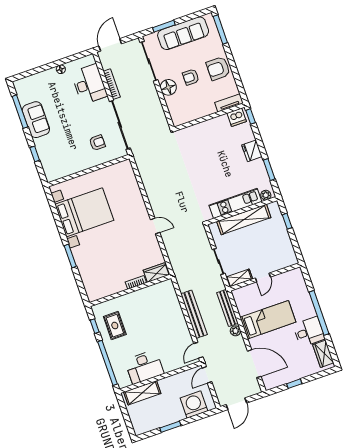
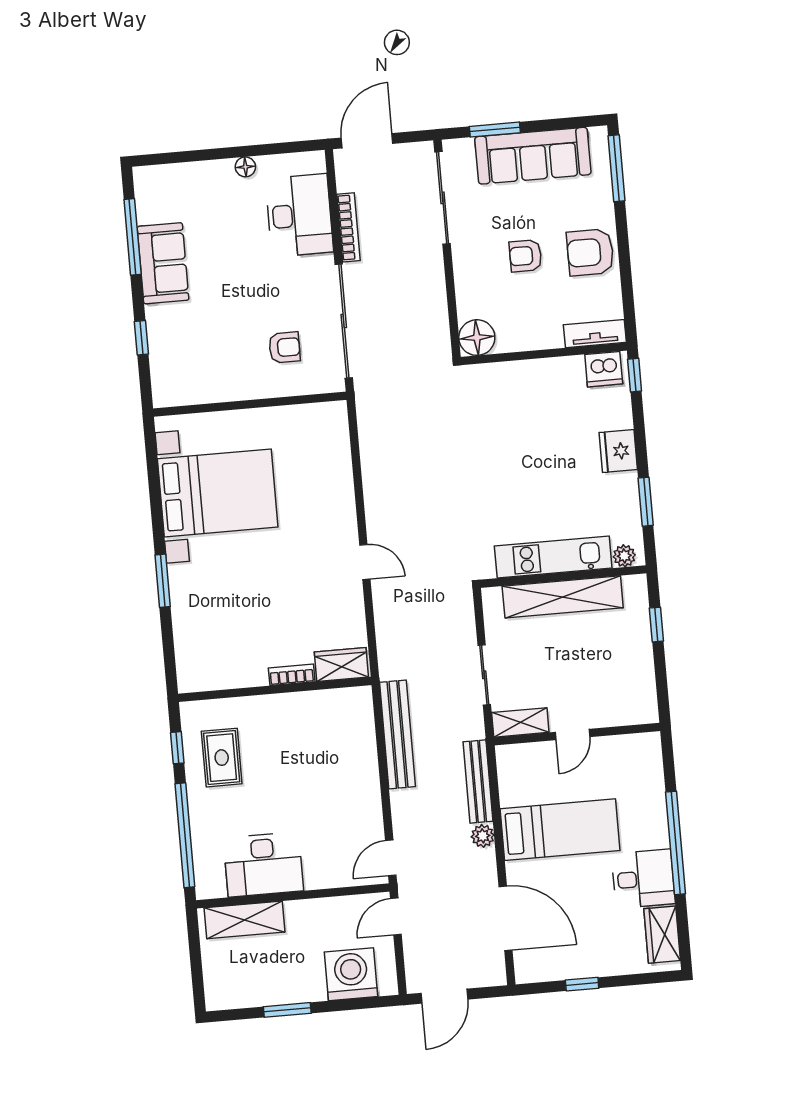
floor lamp: (168, 87) -> (477, 338), moved
bench: (194, 314) -> (397, 734), moved

